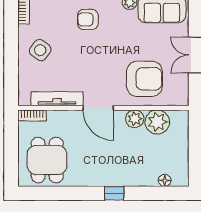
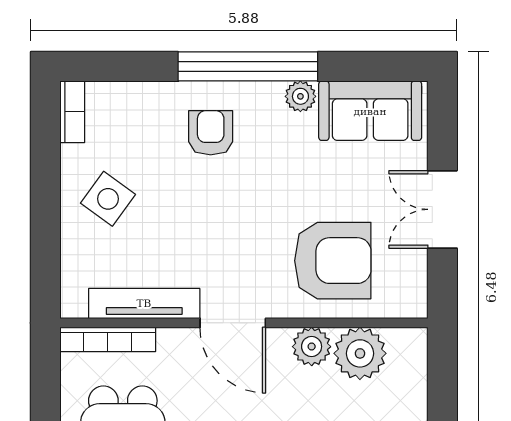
armchair: (88, 19) -> (211, 133), turned 90
bookcase: (32, 115) -> (108, 339), width x1.56

